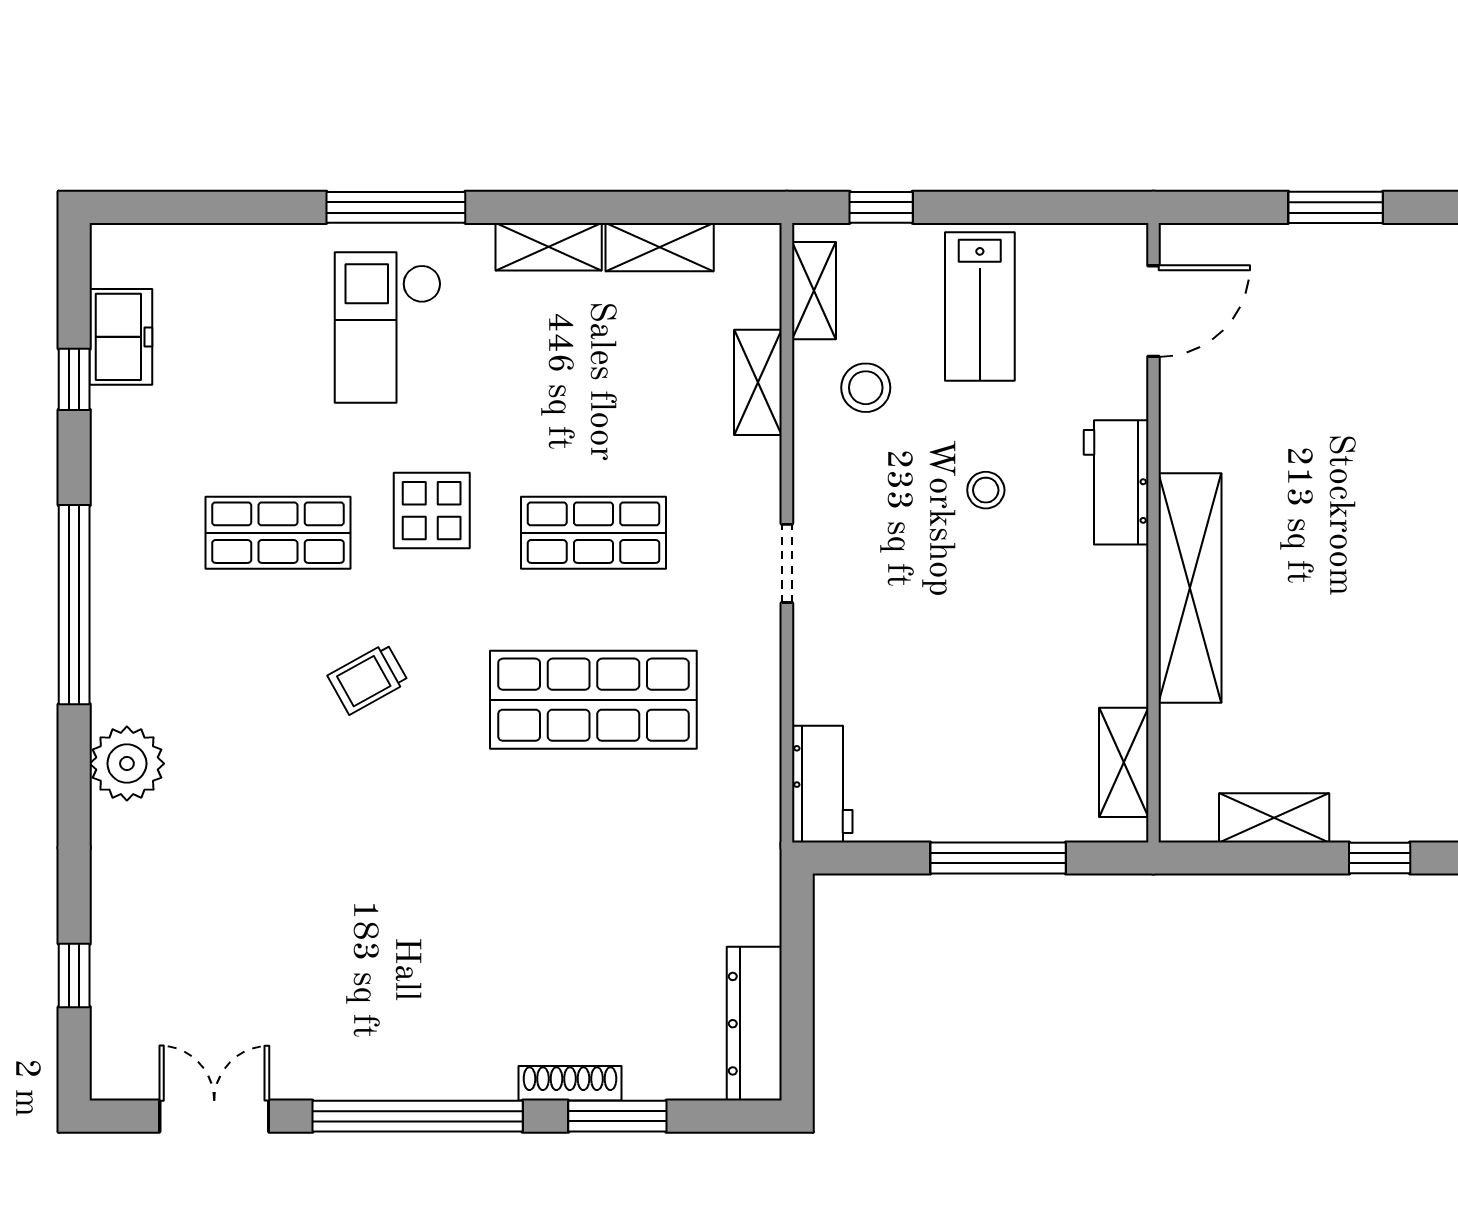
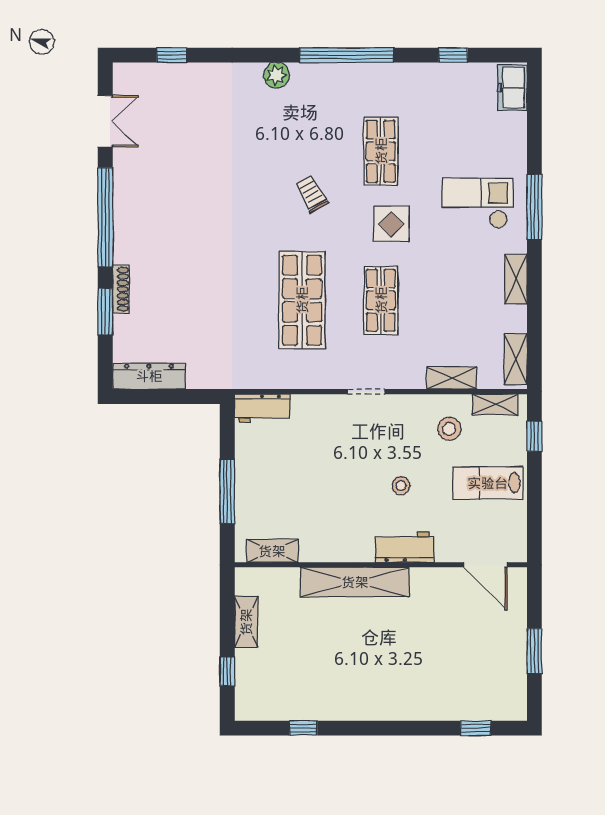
shelving: (660, 247) -> (516, 359), moved
freezer: (121, 337) -> (512, 88), moved, turned 90
plant: (127, 764) -> (277, 75), width x0.73, depth x0.73

